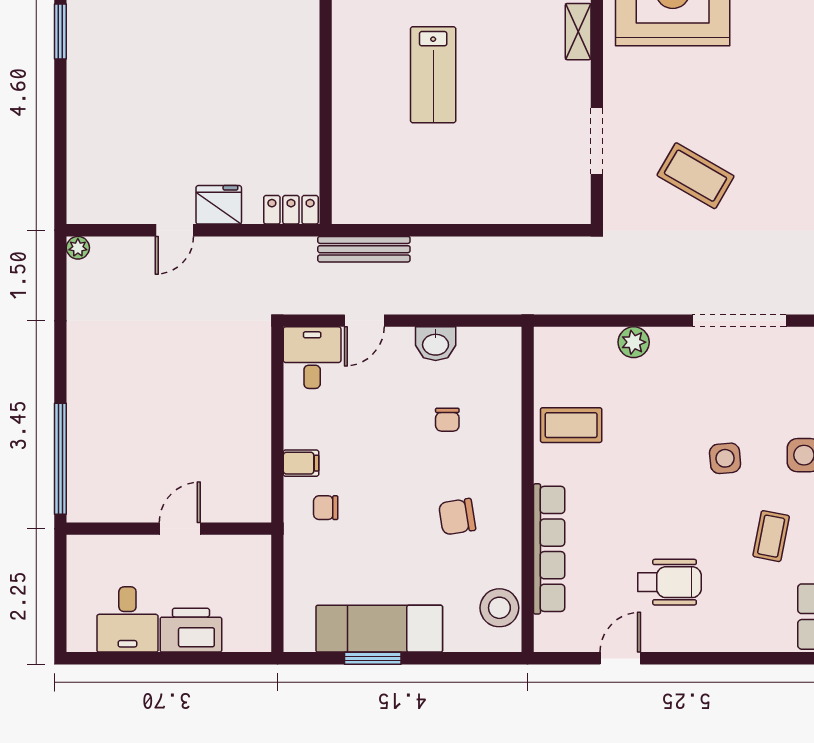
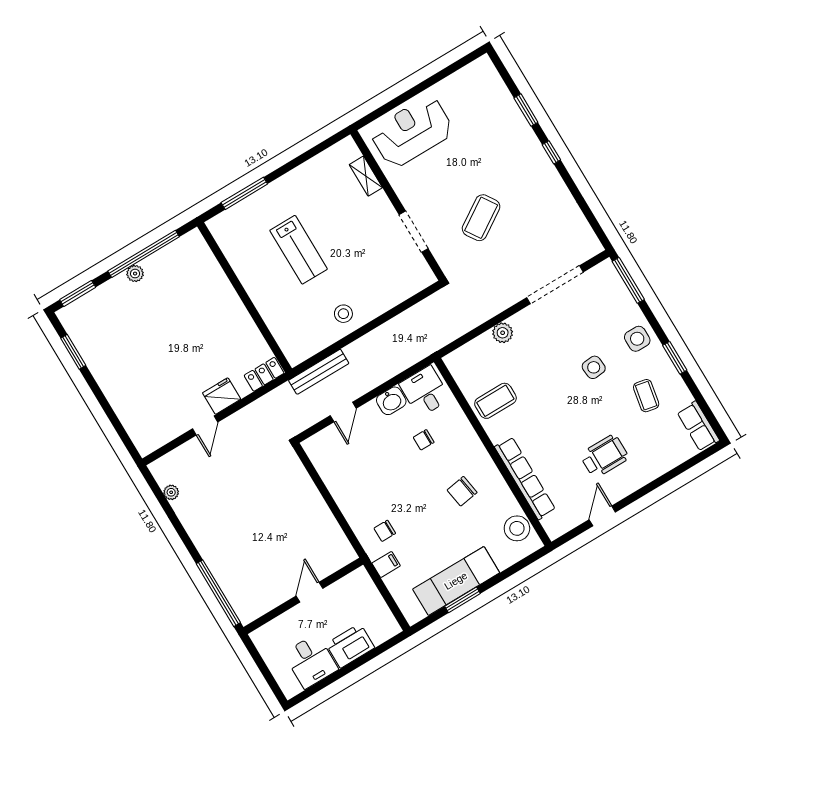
coffee table: (695, 176) -> (481, 218), turned -63
stool: (442, 193) -> (343, 314), added
plant: (78, 248) -> (171, 492), moved
desk: (312, 358) -> (425, 391), moved
chair: (447, 420) -> (424, 440), turned 90
filing cabinet: (301, 463) -> (386, 564), moved

